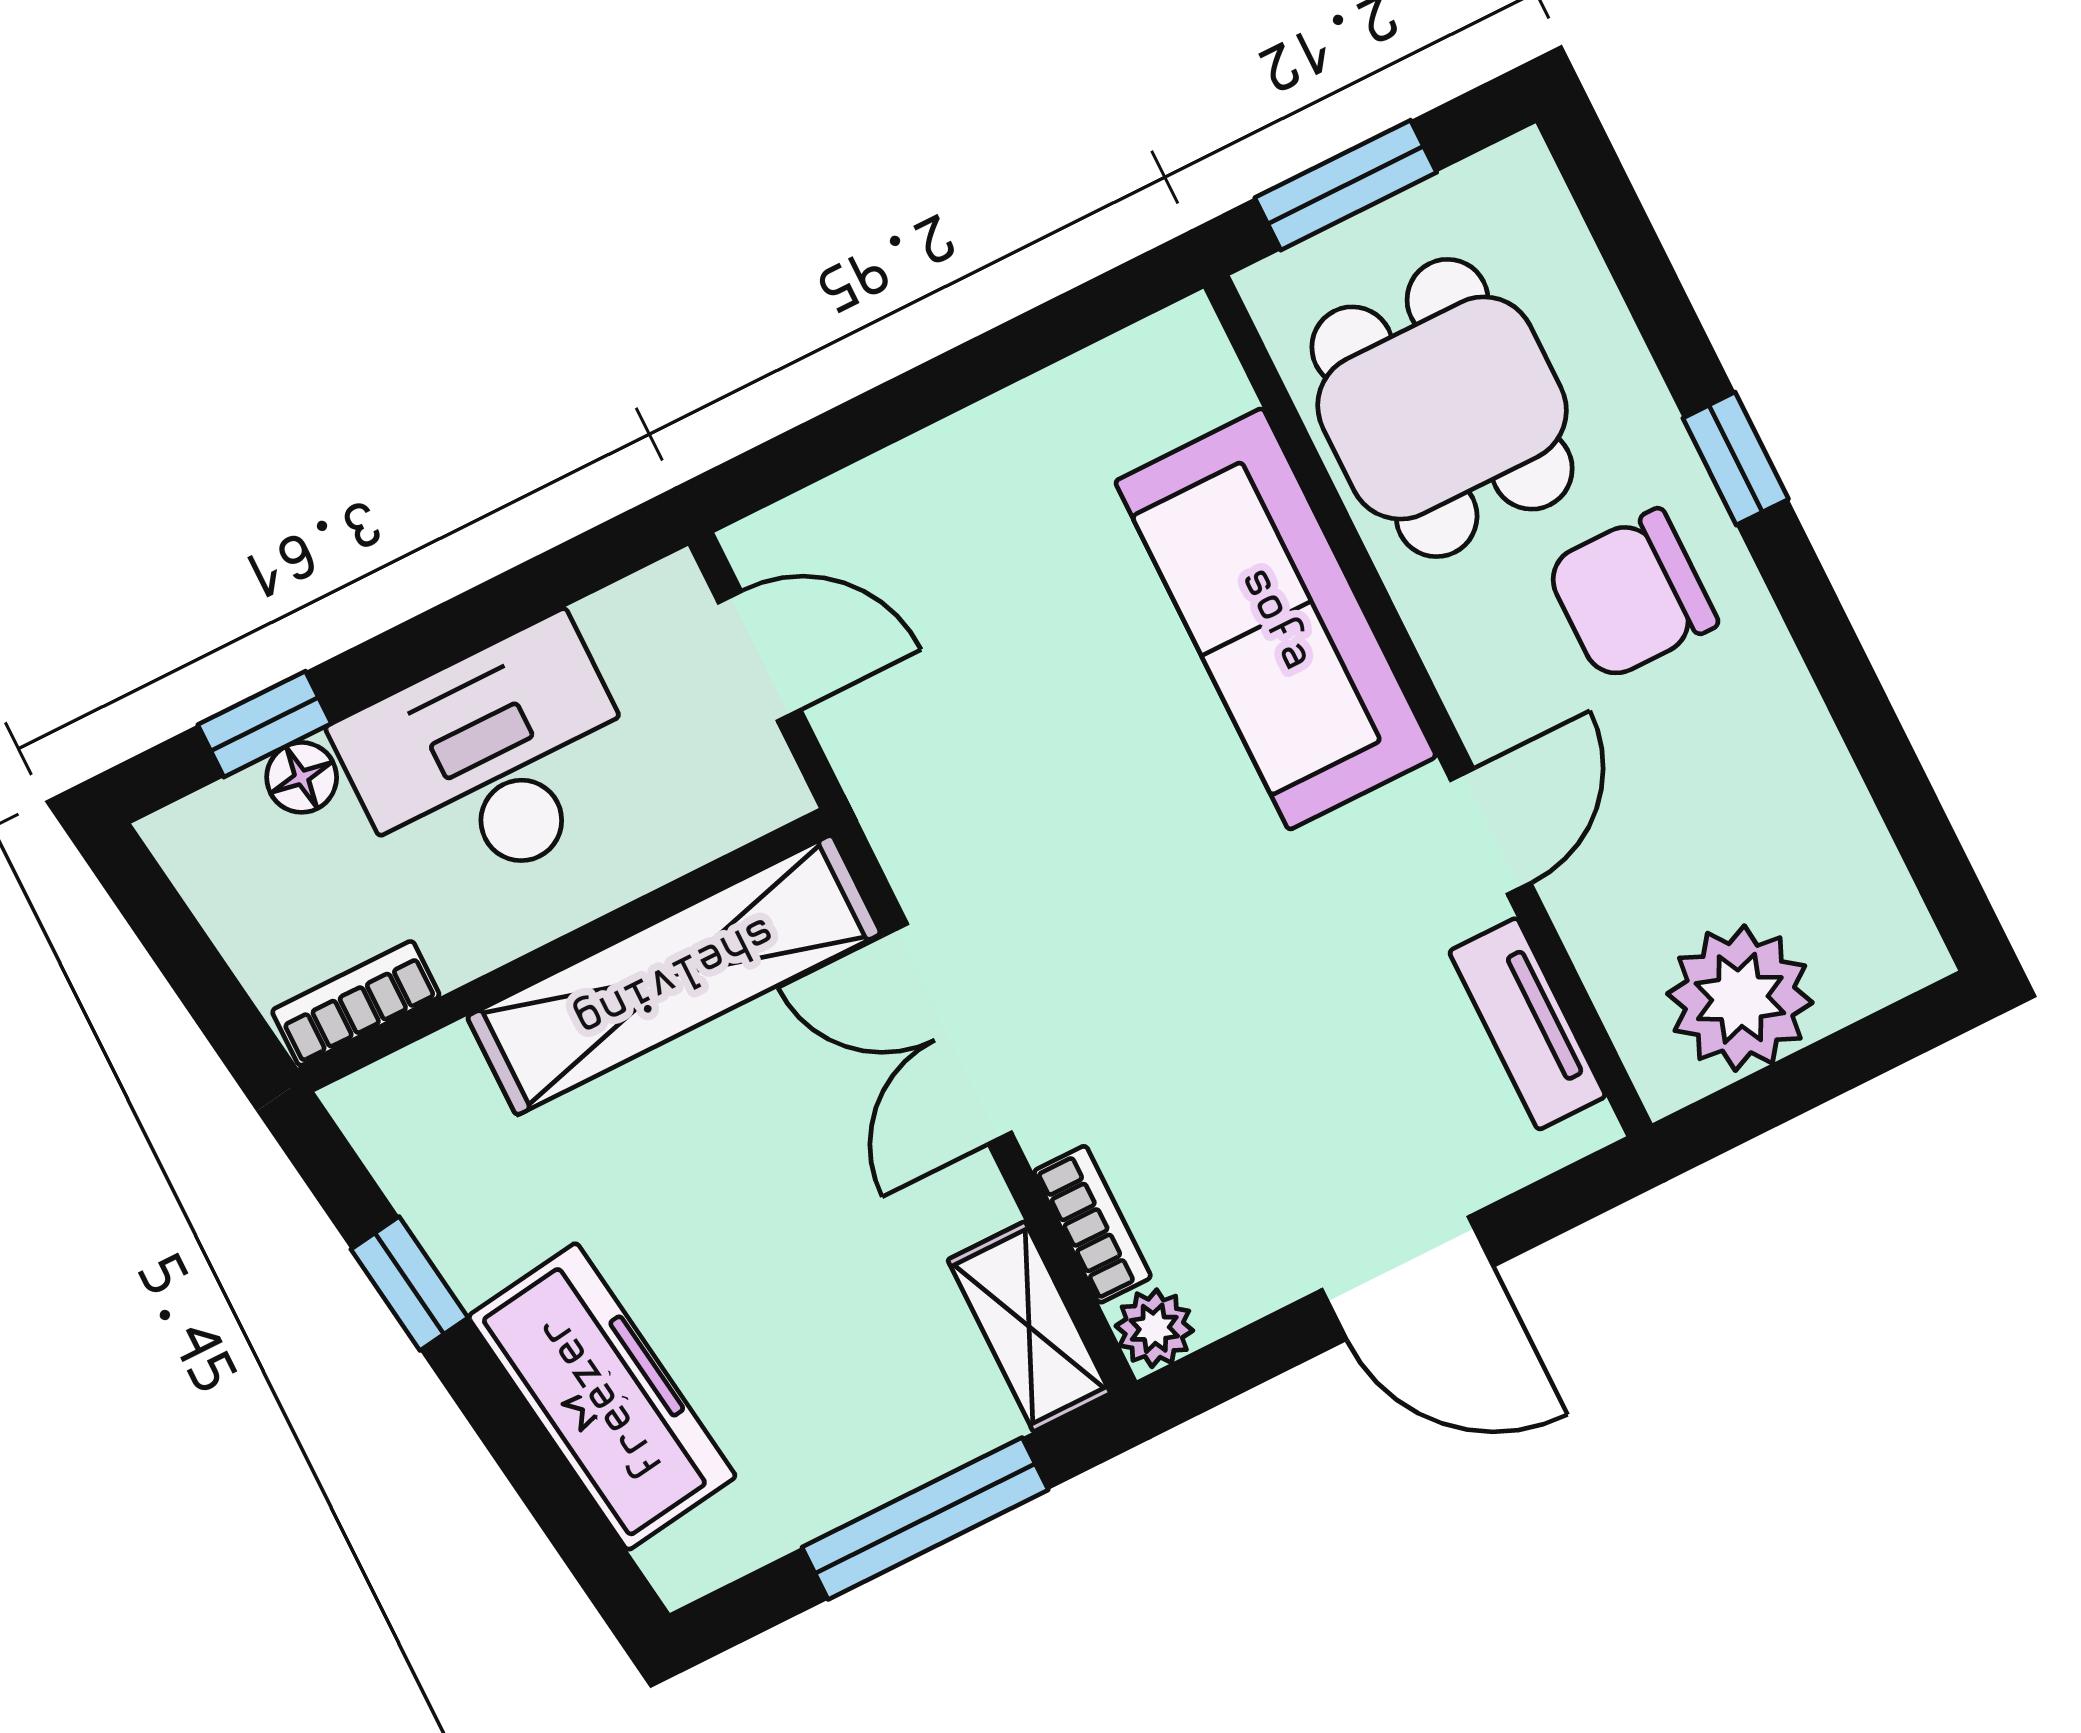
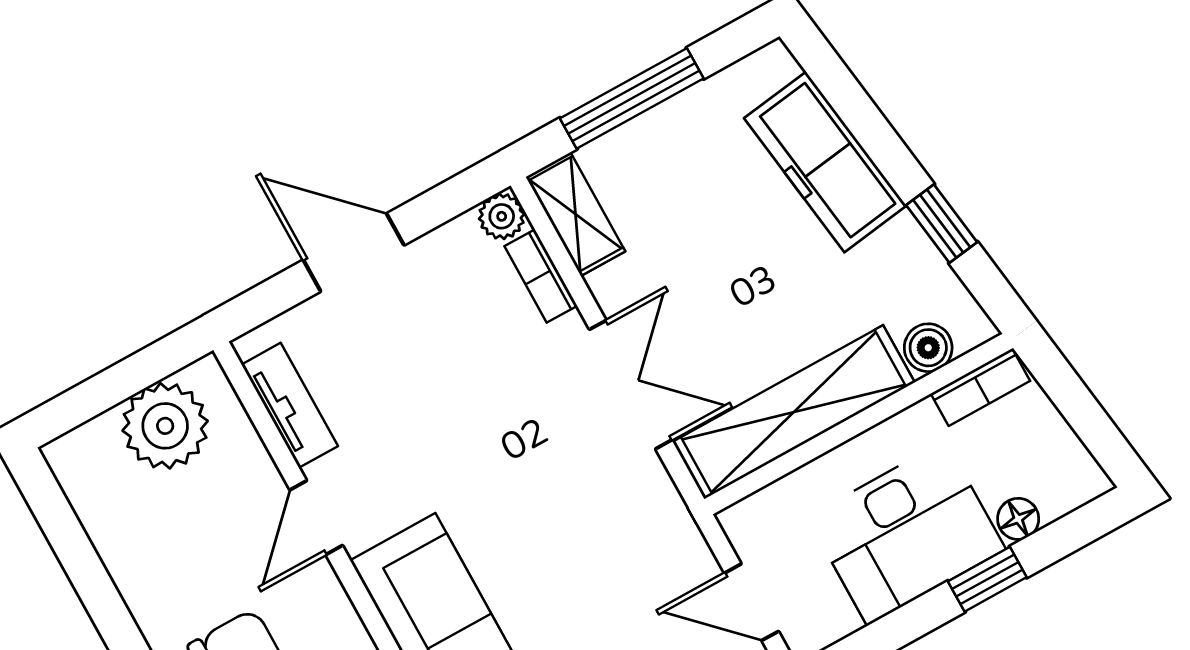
window: (265, 724) -> (987, 579), moved
boiler: (441, 1074) -> (928, 348), added

